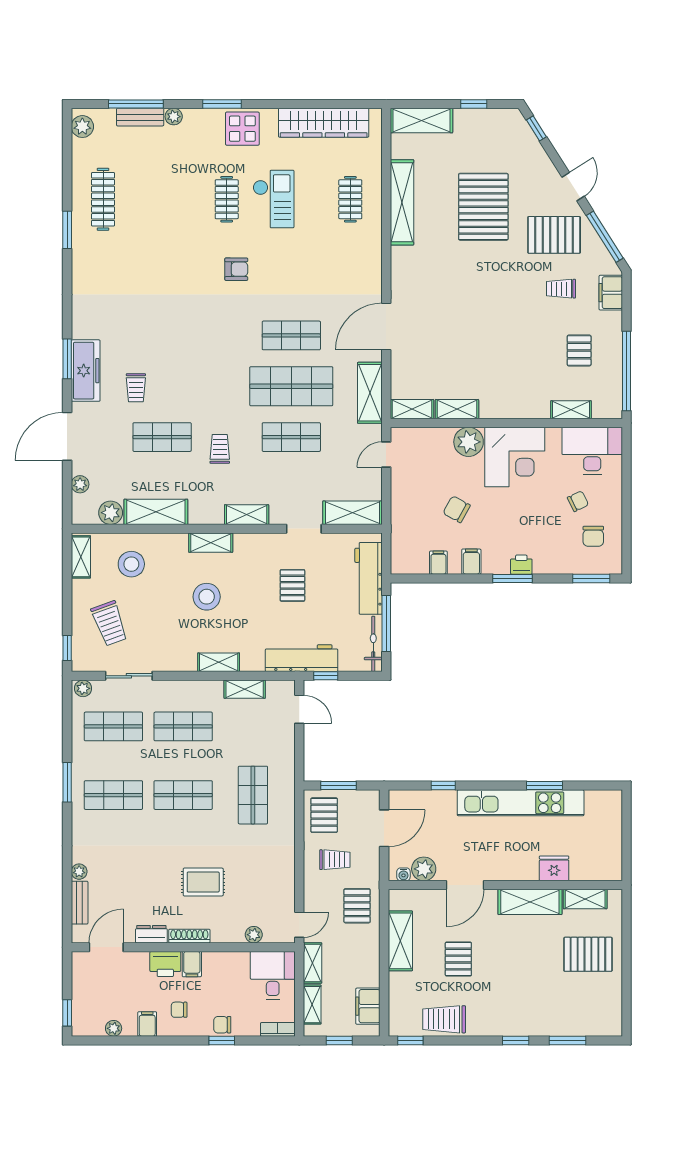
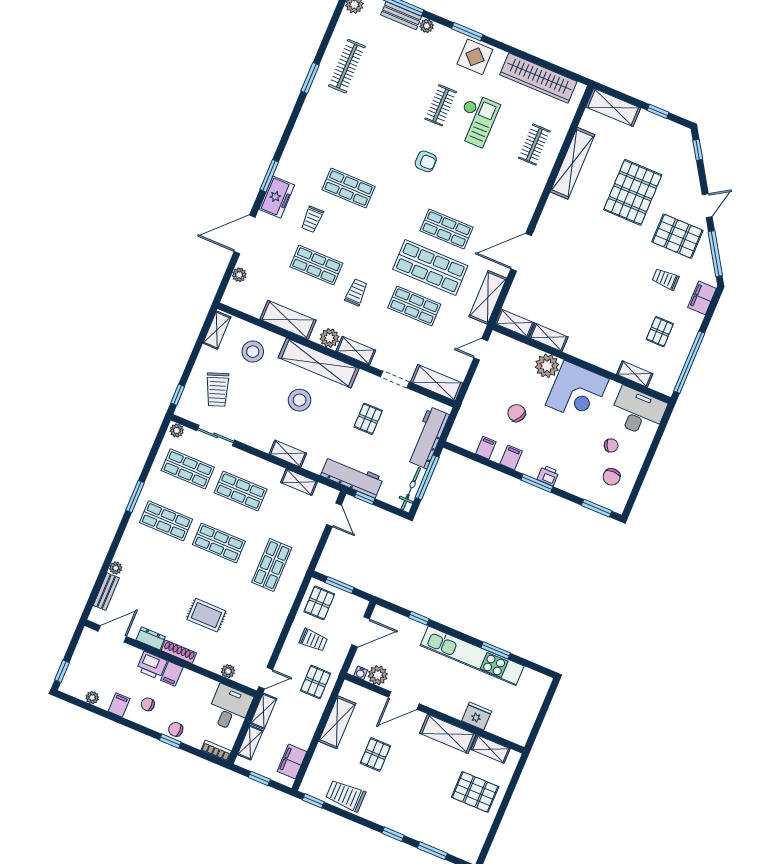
shop shelf: (162, 335) -> (349, 188), added
freezer: (86, 371) -> (277, 197), width x0.71
plant: (111, 513) -> (330, 338), moved
shelving: (211, 543) -> (319, 363), width x2.20, depth x1.33

